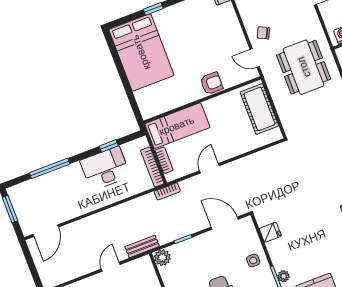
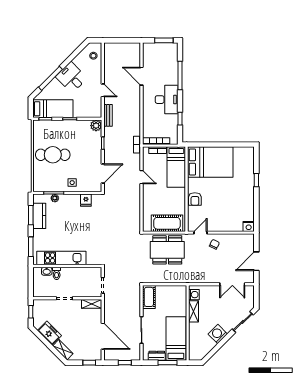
bed: (141, 52) -> (210, 162), moved, turned 180
dining table: (304, 67) -> (167, 250), moved
desk: (105, 168) -> (167, 100), moved
door: (46, 231) -> (141, 76), moved

